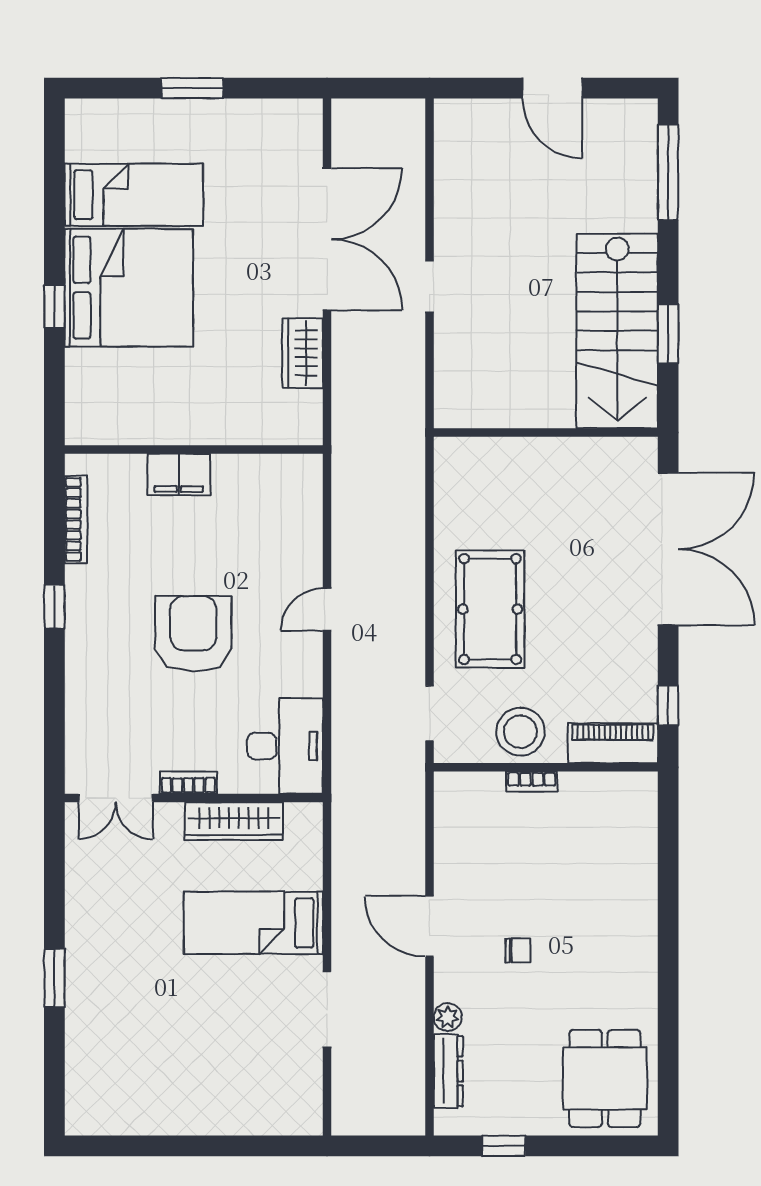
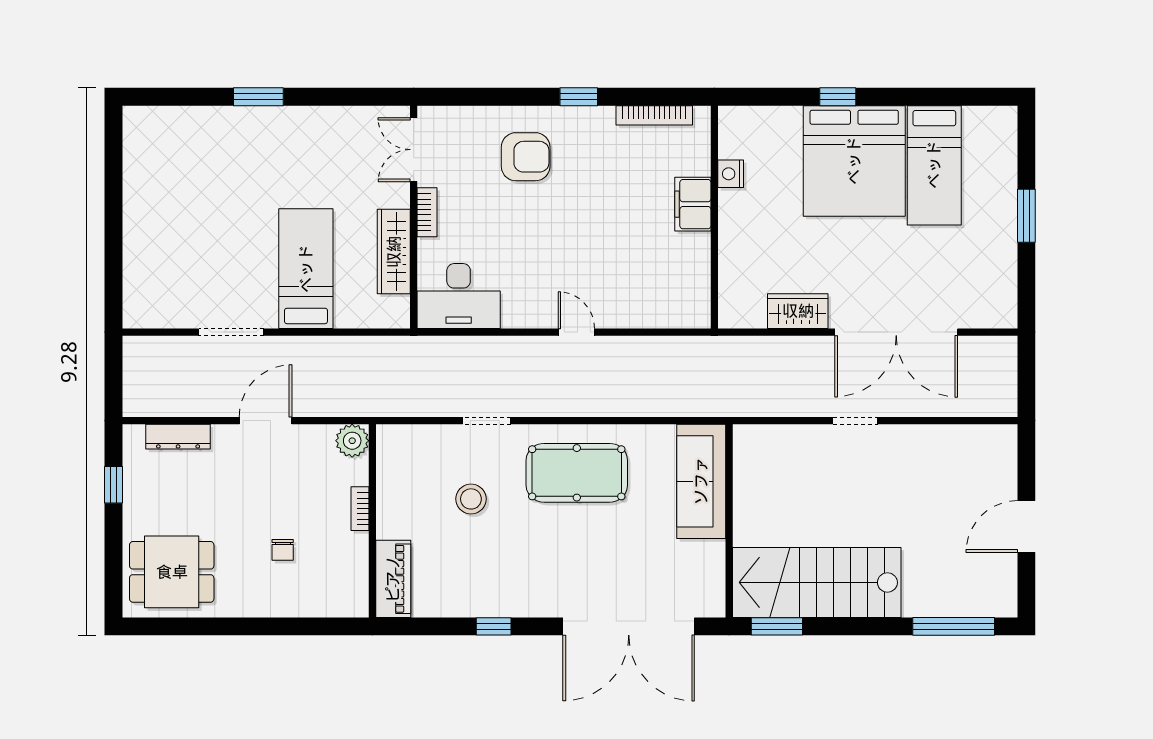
window: (668, 334) -> (777, 626), moved
nightstand: (144, 431) -> (731, 174), added
sofa: (500, 465) -> (701, 481), added
armchair: (193, 634) -> (526, 157), moved, width x0.73, depth x0.73
stool: (520, 732) -> (471, 499), width x0.73, depth x0.73
piano: (613, 743) -> (393, 579), moved
wall: (546, 767) -> (372, 521), moved
bookcase: (532, 782) -> (360, 509), moved
door: (430, 926) -> (266, 421), moved
chair: (518, 950) -> (283, 550), moved
plant: (448, 1017) -> (352, 441), moved, width x1.38, depth x1.38

